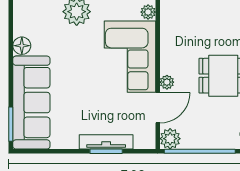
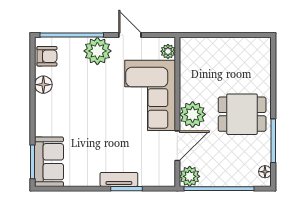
armchair: (25, 17) -> (47, 56), added
plant: (167, 82) -> (193, 114), width x1.87, depth x1.87
sofa: (31, 103) -> (49, 162), width x0.54, depth x0.79
tv unit: (106, 142) -> (119, 179), width x0.71

